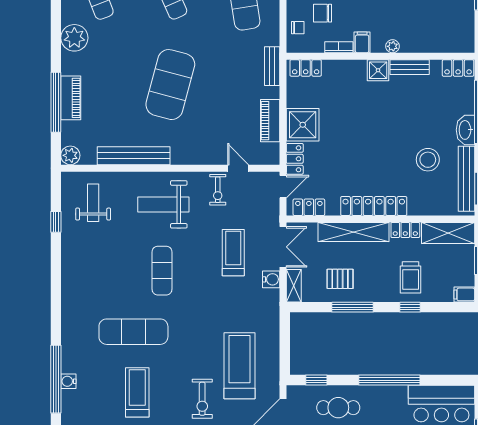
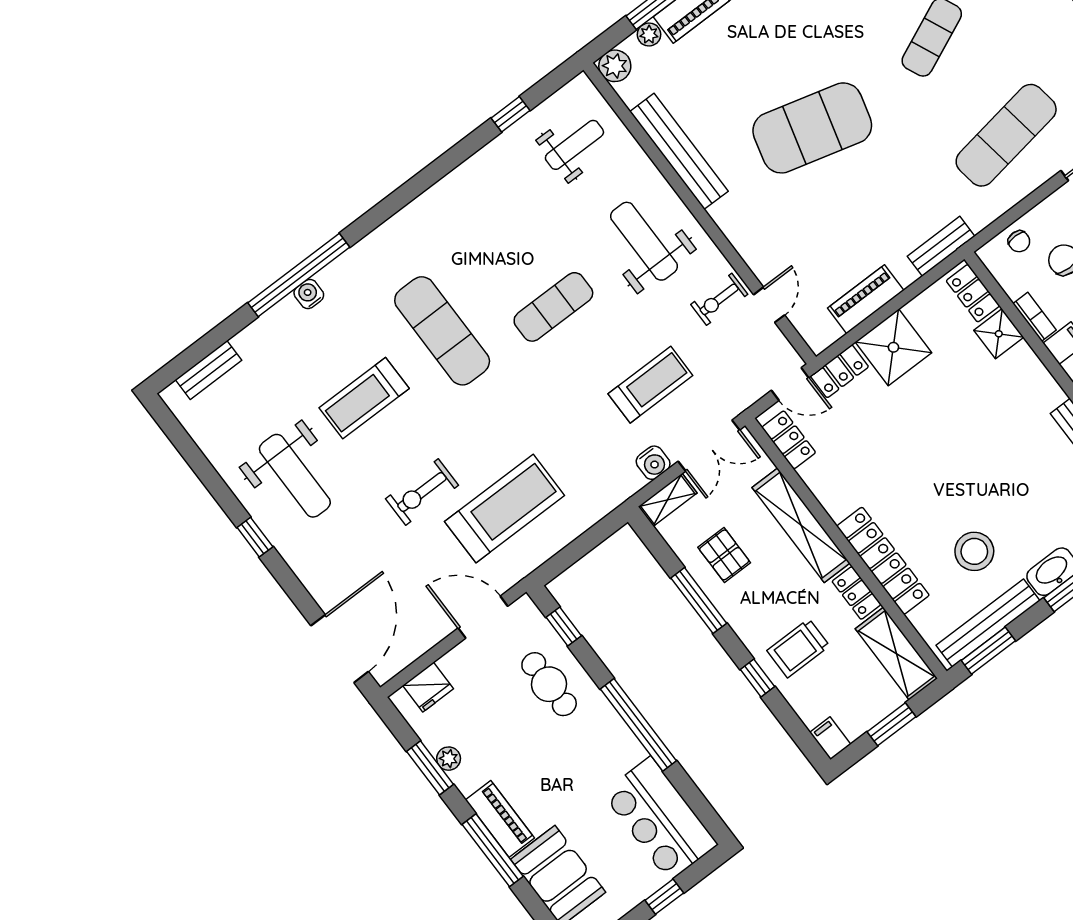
shower: (378, 70) -> (999, 334), moved
plant: (68, 128) -> (649, 35), added
locker: (374, 206) -> (883, 561), moved
treadmill: (137, 392) -> (364, 398), turned 180

